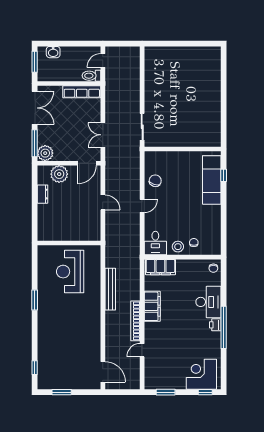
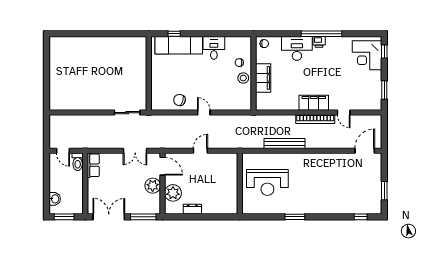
row of seats: (82, 92) -> (93, 165), width x0.68
plant: (45, 153) -> (153, 186), moved
desk: (155, 243) -> (214, 48), moved, turned -90
filing cabinet: (160, 267) -> (263, 78), moved
filing cabinet: (152, 306) -> (314, 103), moved

